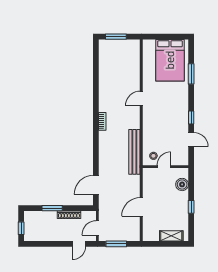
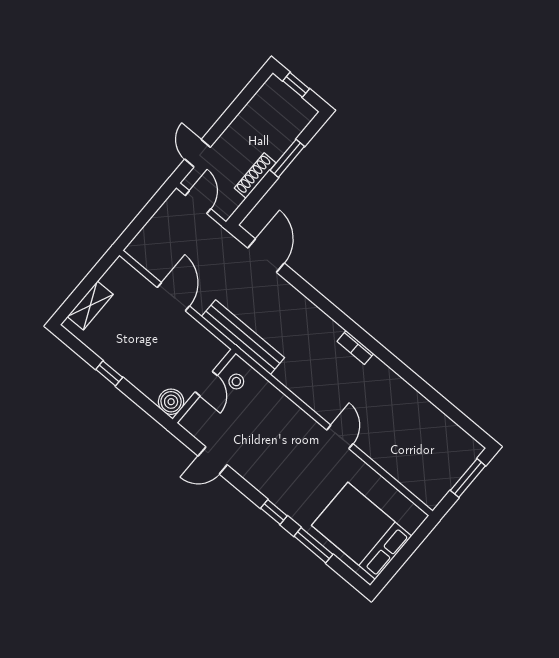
window: (191, 118) -> (274, 512), moved
bench: (134, 152) -> (243, 337), moved
boiler: (182, 184) -> (171, 402), moved
window: (116, 244) -> (149, 211), removed

